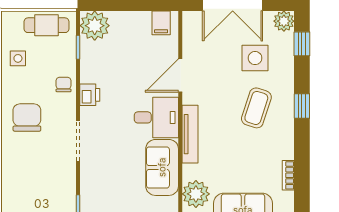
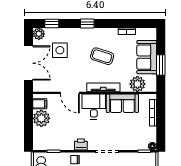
plant: (95, 26) -> (41, 118), moved
coffee table: (256, 108) -> (102, 56), moved

